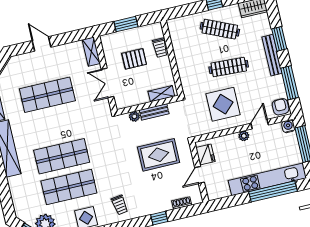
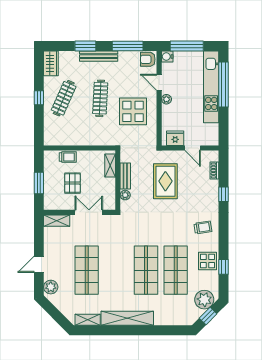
plant: (21, 62) -> (51, 287), added
double door: (108, 83) -> (89, 212), swing flipped

